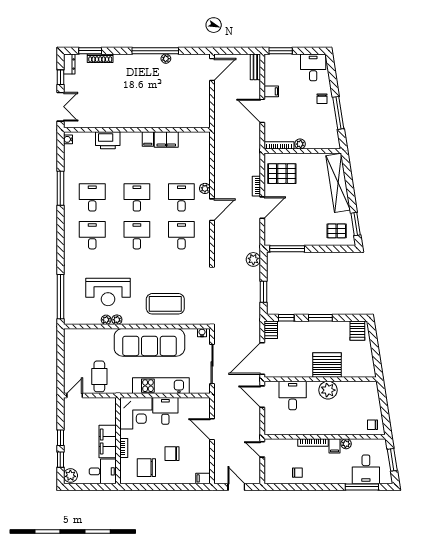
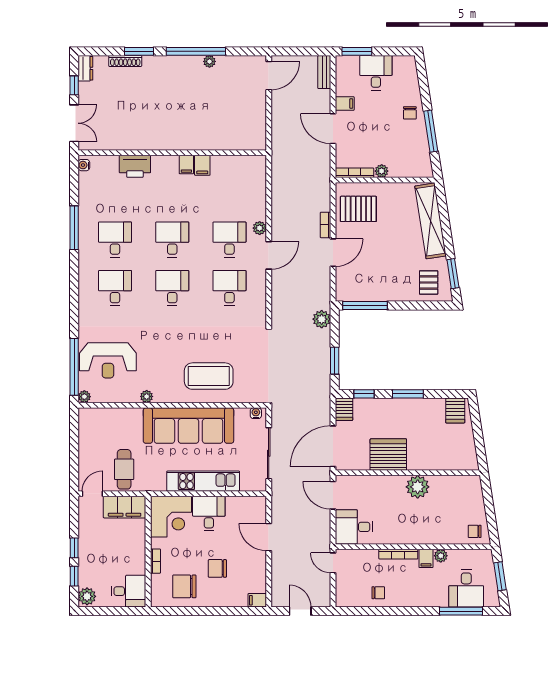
window: (90, 51) -> (139, 51), moved
desk: (313, 67) -> (376, 73), moved
filing cabinet: (166, 140) -> (202, 165), width x0.50
pallet: (337, 231) -> (429, 282), turned 90
reception desk: (108, 292) -> (108, 360), moved
plant: (106, 320) -> (84, 397), moved
server rack: (327, 365) -> (388, 455), moved
desk: (293, 396) -> (354, 527), moved, turned -90
filing cabinet: (108, 441) -> (125, 507), moved, turned -90

